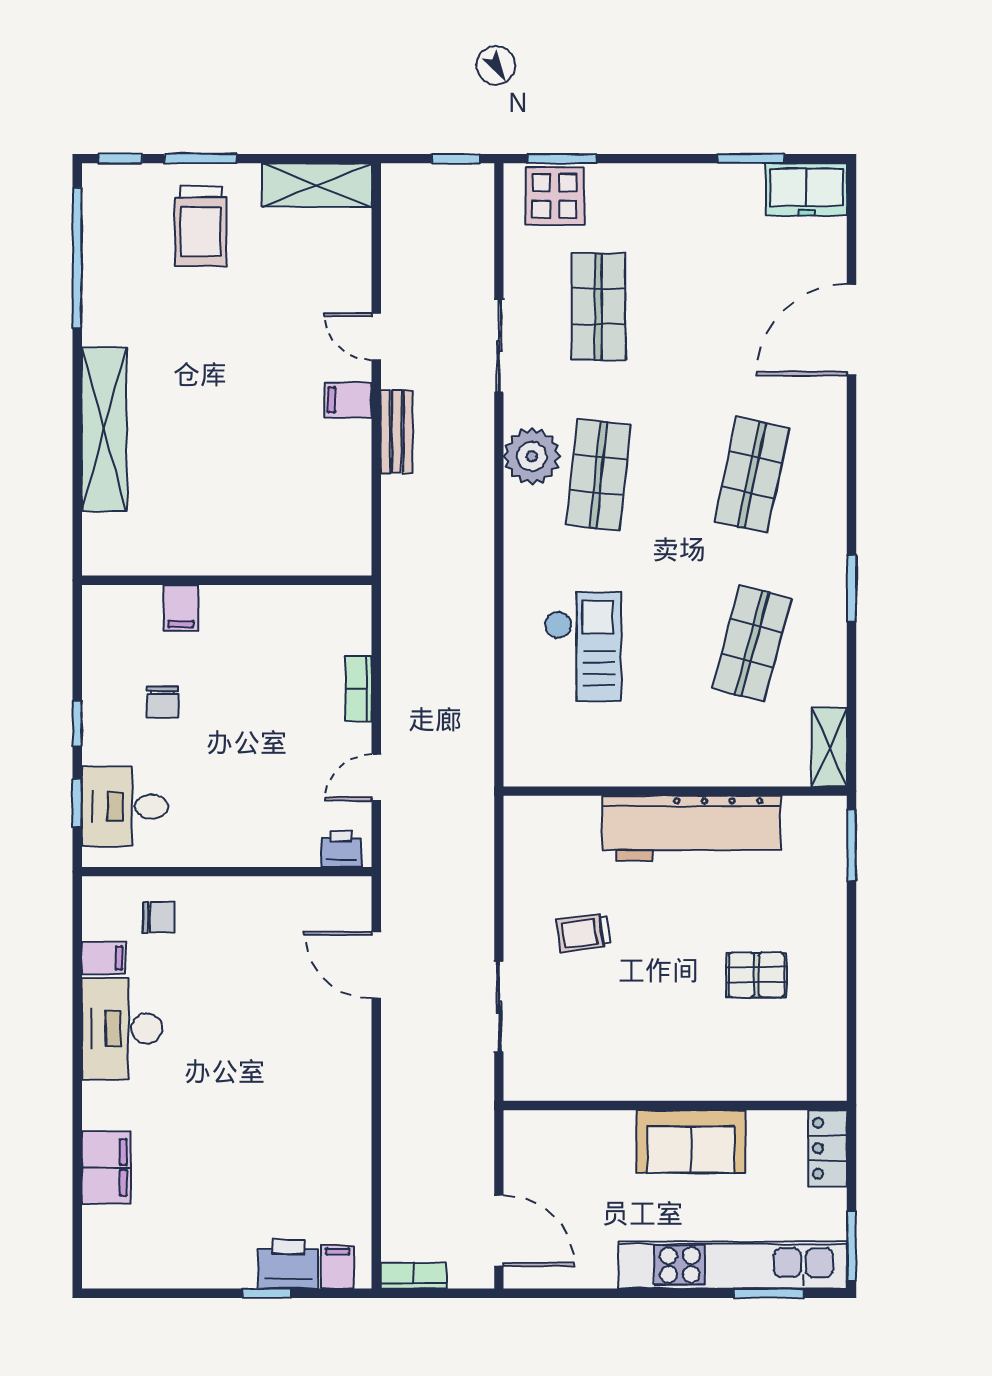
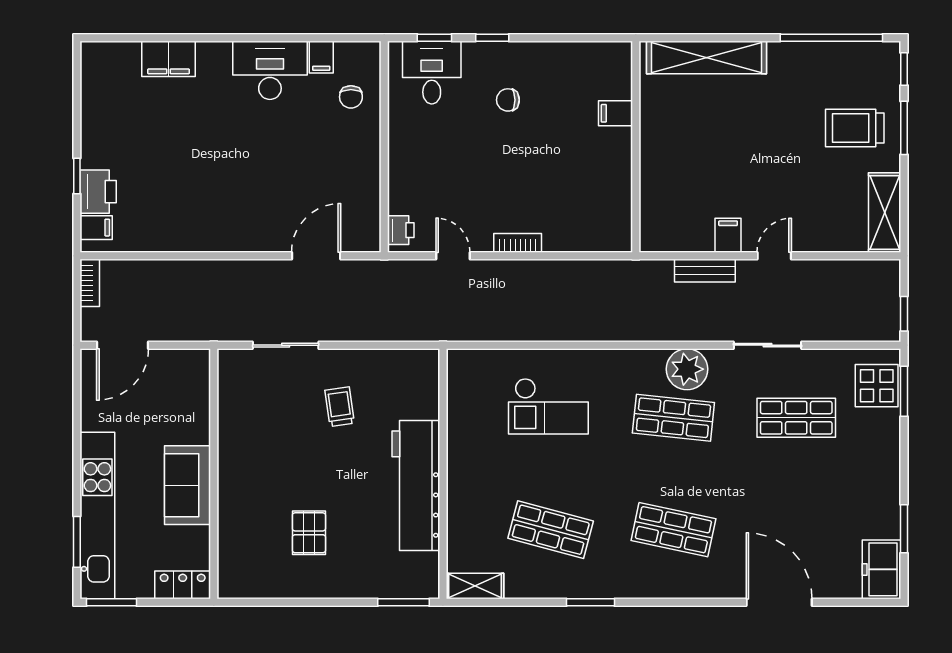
wall: (227, 580) -> (636, 147), moved
filing cabinet: (181, 608) -> (616, 113), moved

